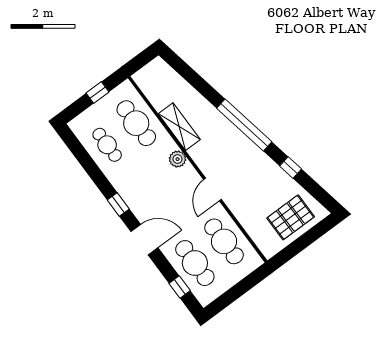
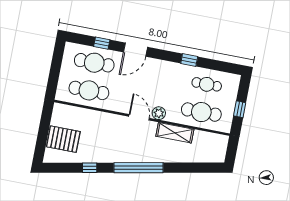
door: (213, 189) -> (139, 117), moved
window: (118, 204) -> (189, 60), moved
pallet: (291, 217) -> (63, 139), turned 90
window: (180, 287) -> (102, 43), moved

